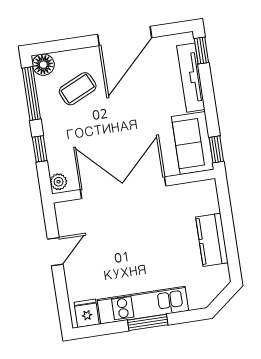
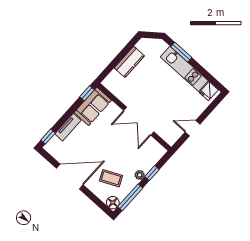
tv unit: (191, 78) -> (68, 127), width x0.71
plant: (59, 182) -> (140, 175), moved
double door: (123, 188) -> (139, 121), width x0.73
window: (148, 322) -> (181, 52), moved

